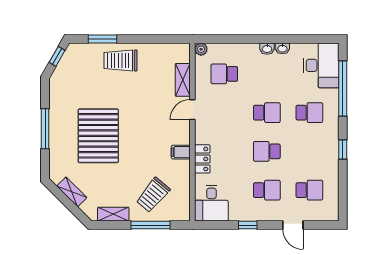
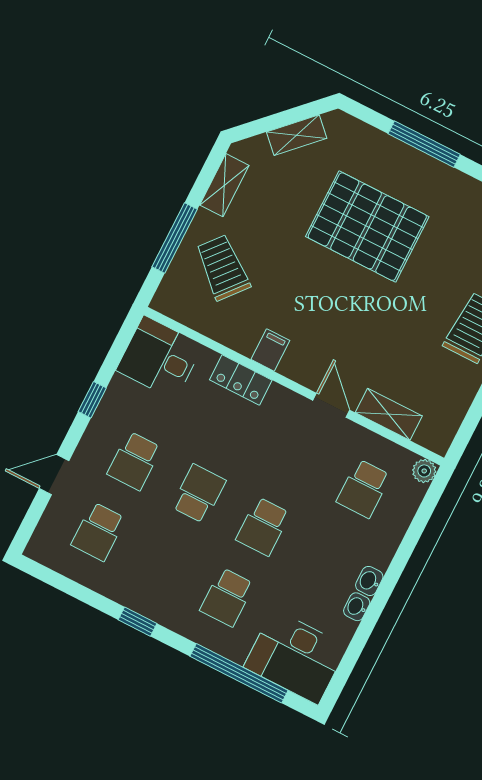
school desk: (224, 74) -> (364, 489), turned 180

